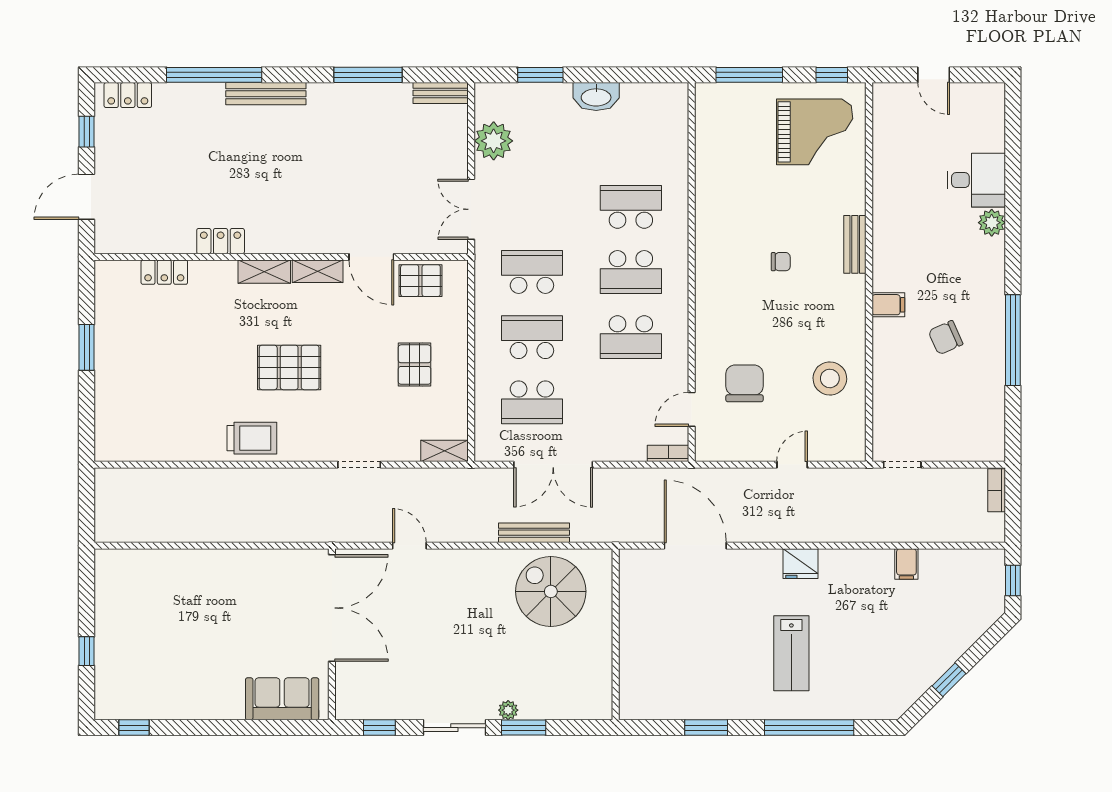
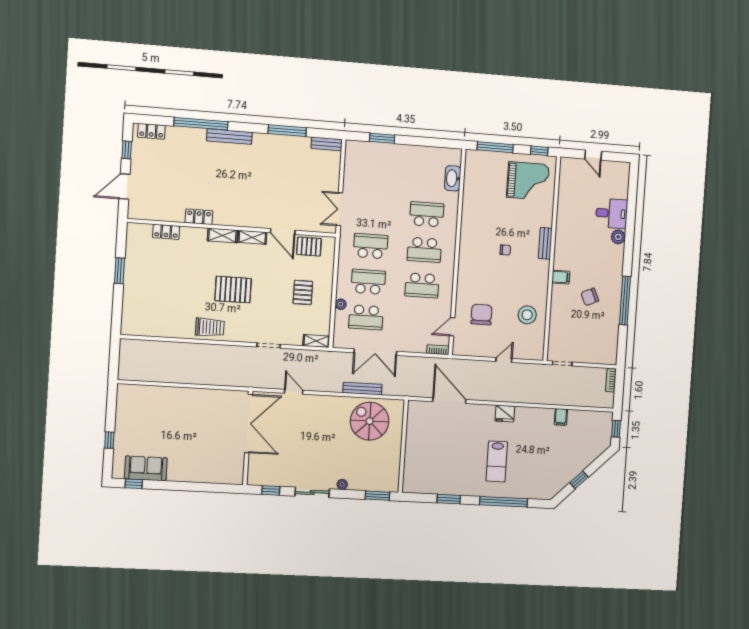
washbasin: (596, 97) -> (453, 178), moved, turned 90
plant: (494, 141) -> (341, 304), moved, width x0.53, depth x0.53
sofa: (282, 699) -> (146, 468), moved
window: (524, 728) -> (377, 496), moved

